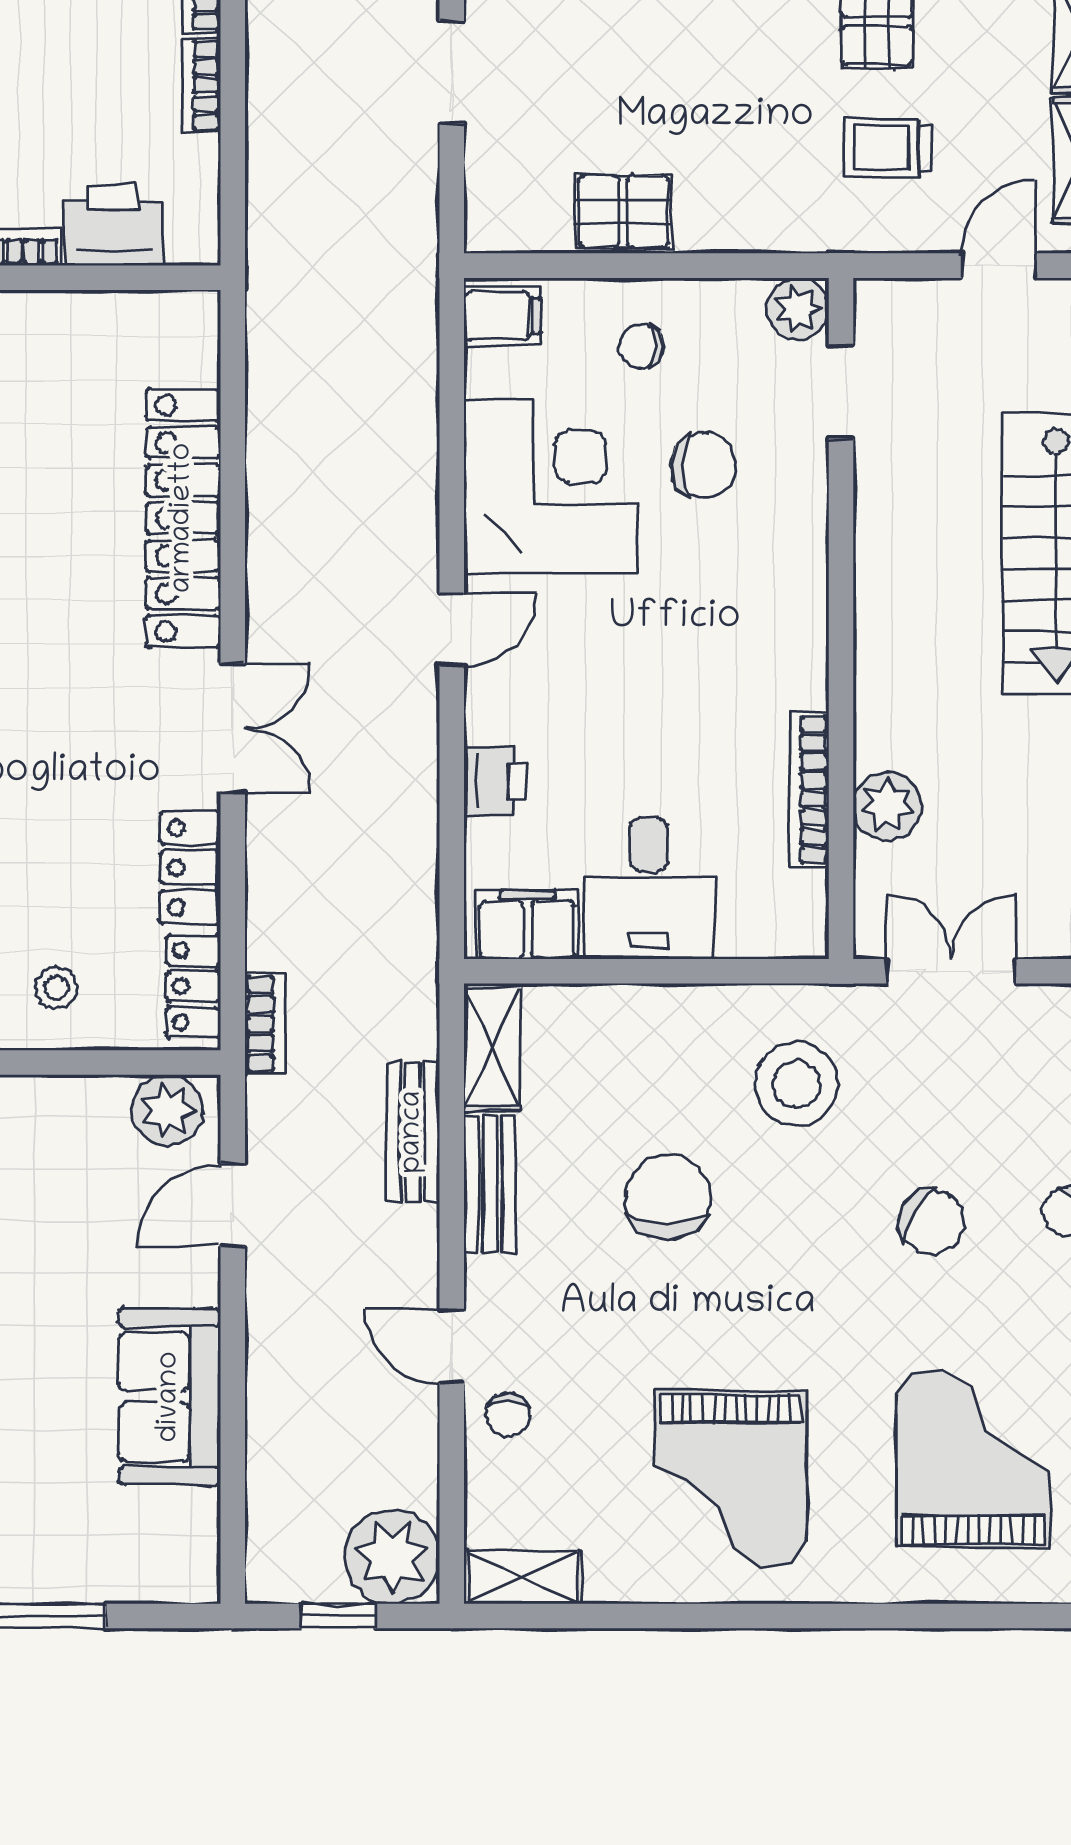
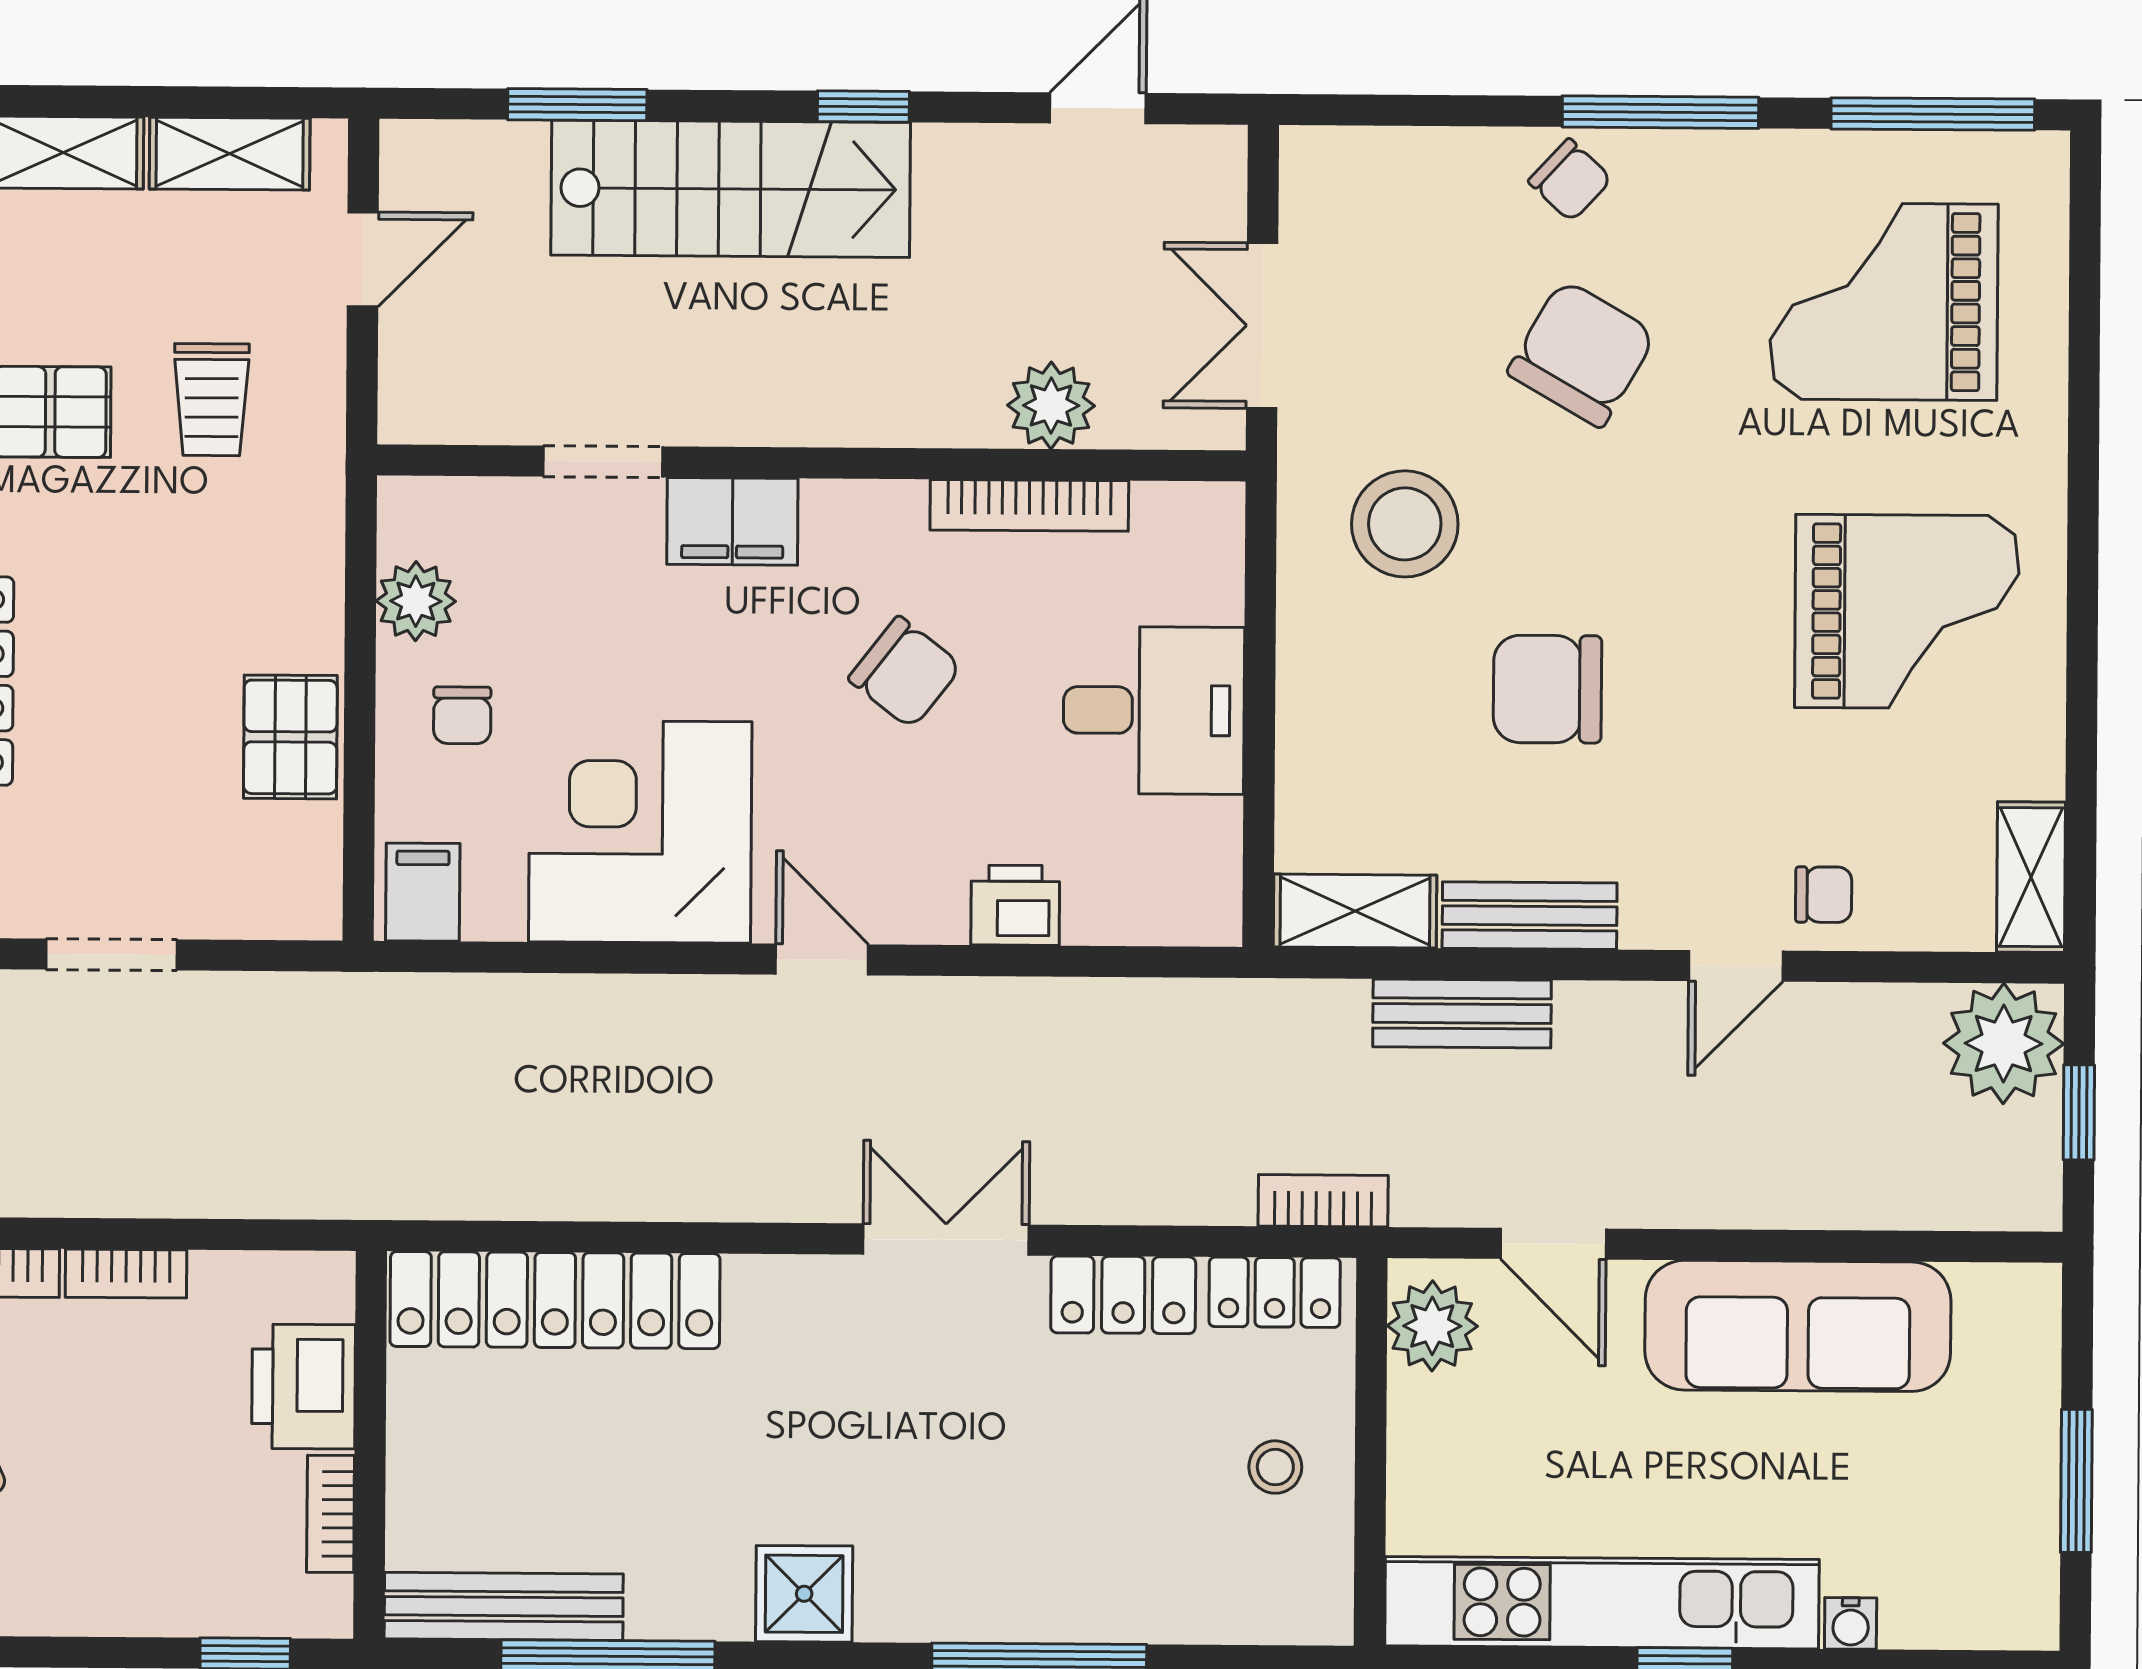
door: (998, 266) -> (363, 259), swing flipped
plant: (798, 309) -> (416, 601), moved
doorway: (841, 392) -> (603, 462), moved
chair: (703, 465) -> (905, 672), moved, turned 128
locker: (183, 518) -> (555, 1300), moved
filing cabinet: (527, 925) -> (732, 521), moved, turned -90
chair: (931, 1222) -> (1582, 353), width x1.37, depth x1.37
sofa: (170, 1397) -> (1798, 1326), width x1.36

